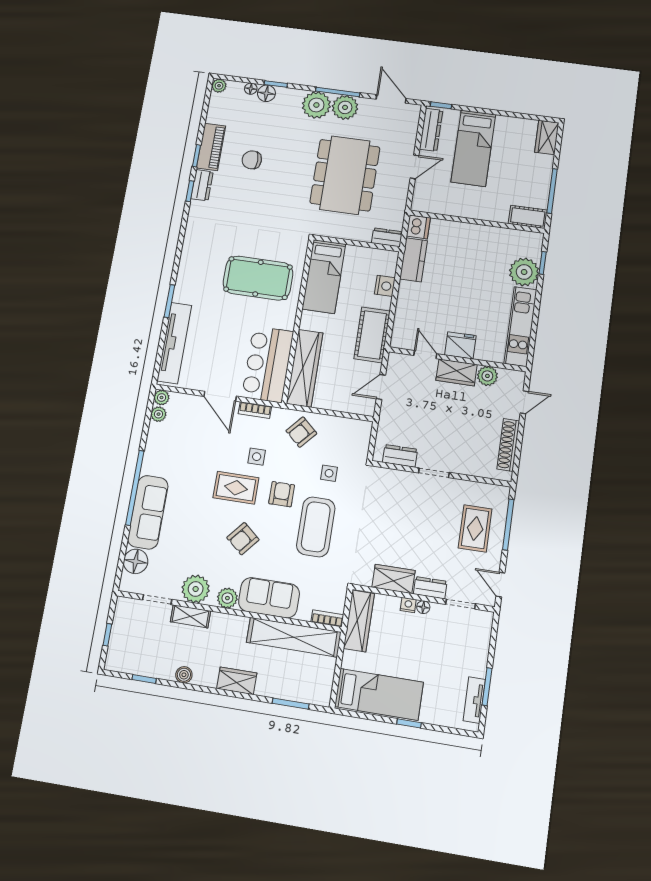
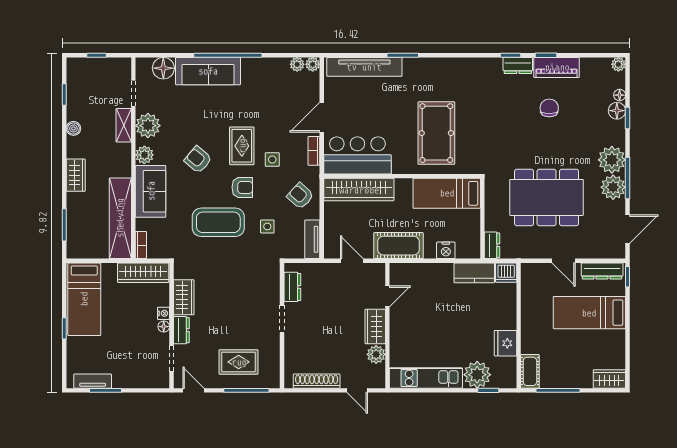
fridge: (460, 345) -> (505, 343), moved, turned 180
tv unit: (351, 426) -> (312, 239), added
door: (500, 585) -> (193, 390), hinge flipped

